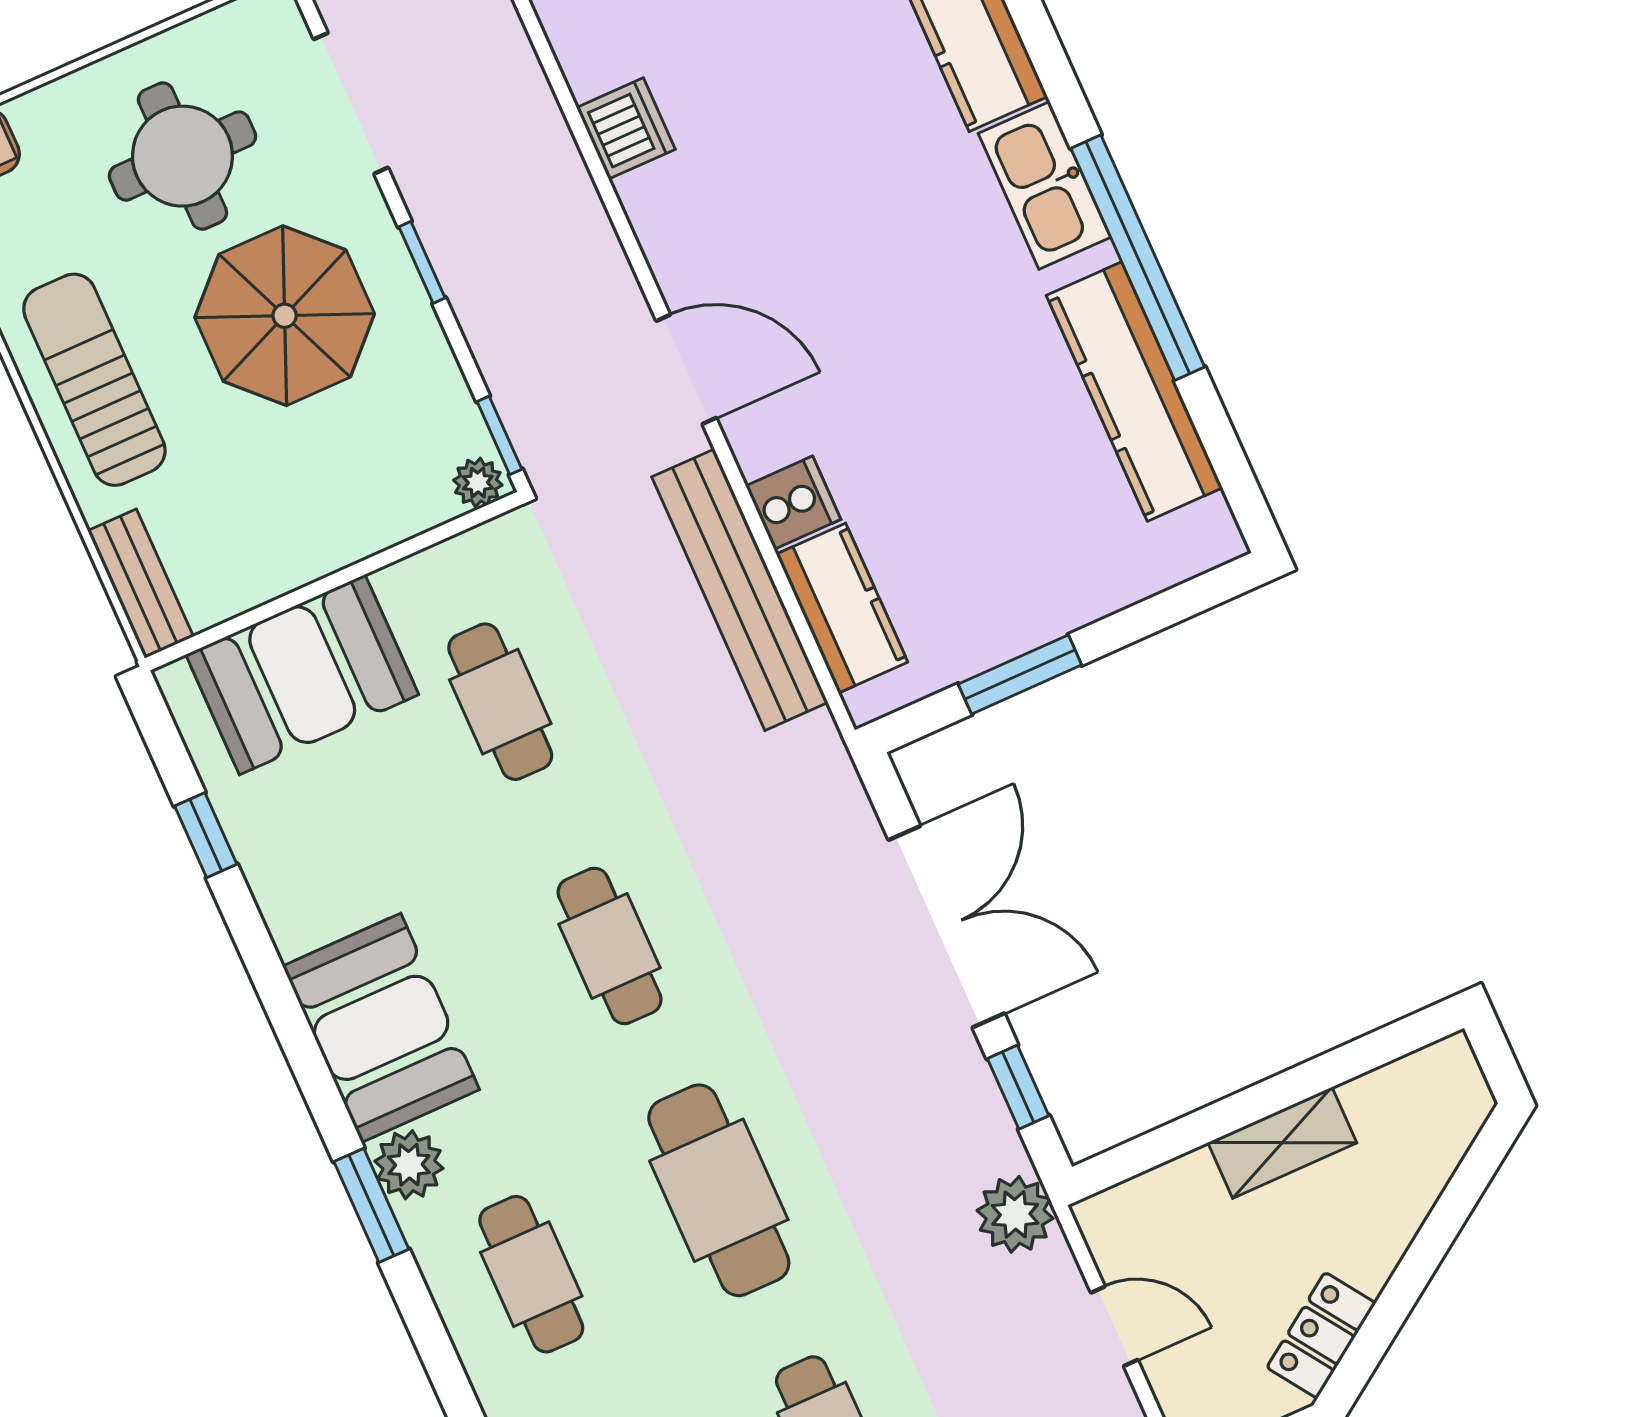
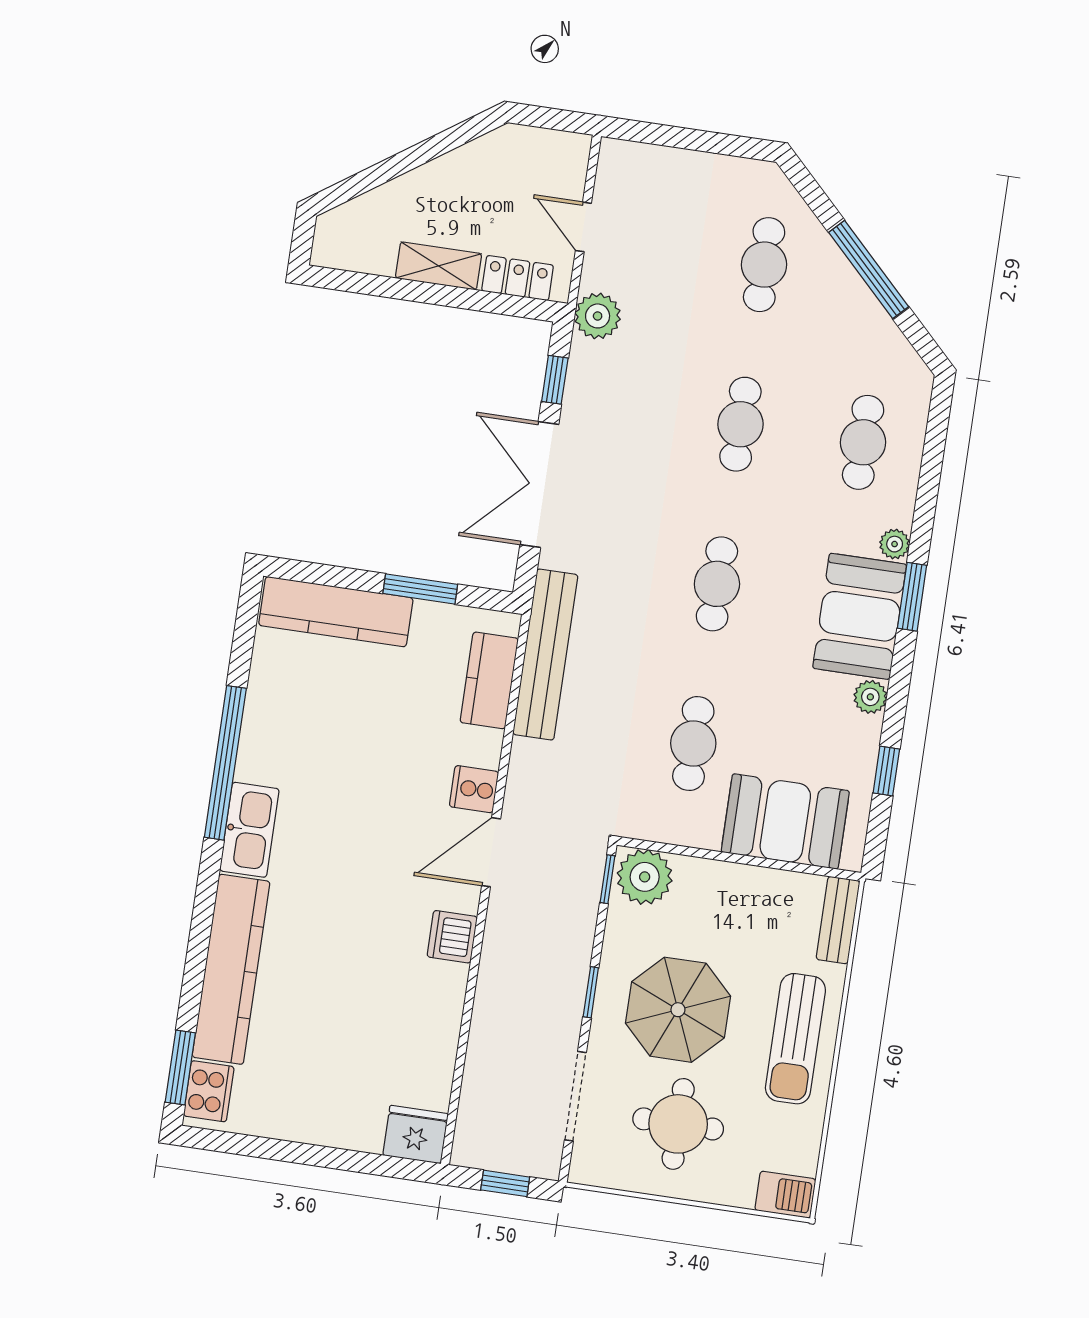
dishwasher: (626, 128) -> (452, 937), moved
door: (686, 369) -> (491, 852), hinge flipped
kitchen counter: (1134, 392) -> (336, 612), moved, turned 90
plant: (478, 483) -> (645, 877), width x1.88, depth x1.88
cooker: (793, 503) -> (474, 789), moved
bench: (740, 590) -> (545, 655), moved
plant: (294, 925) -> (870, 697), added
plant: (409, 1165) -> (895, 544), width x0.73, depth x0.73
cafe table: (719, 1190) -> (740, 424), width x0.73, depth x0.74
window: (371, 1205) -> (912, 597), moved
locker: (1321, 1335) -> (518, 278), moved, turned -146

